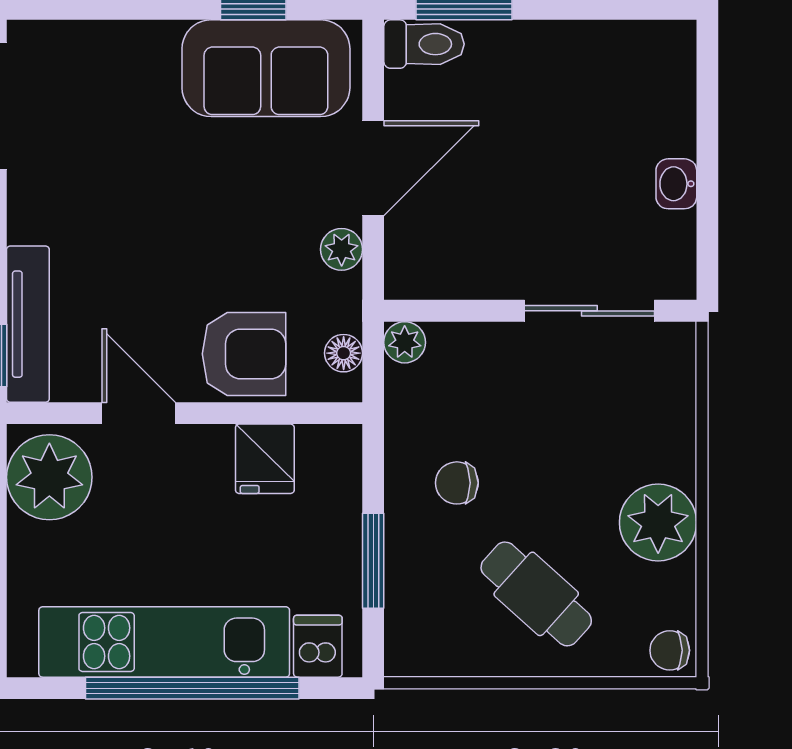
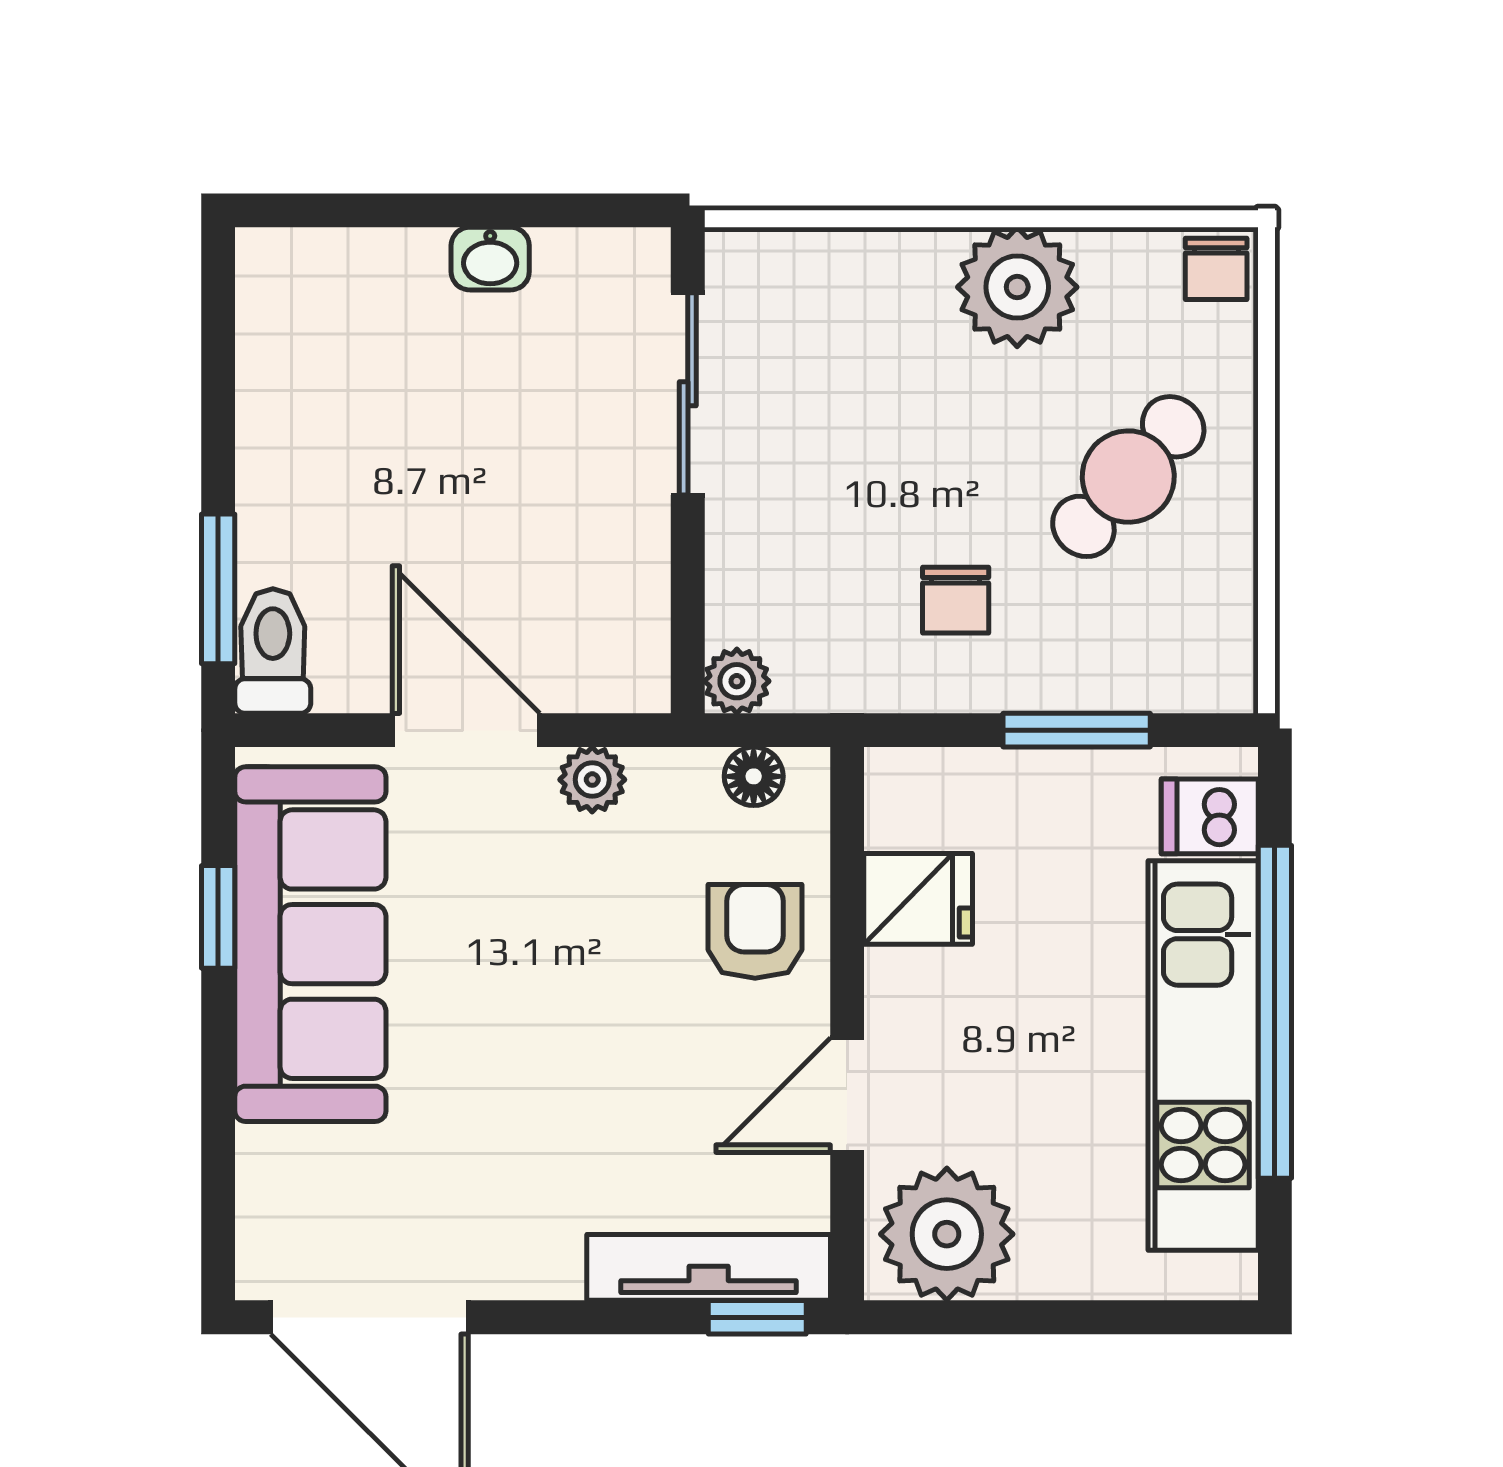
sofa: (266, 68) -> (310, 944), width x1.36
armchair: (244, 354) -> (755, 931), width x0.72, depth x0.72

